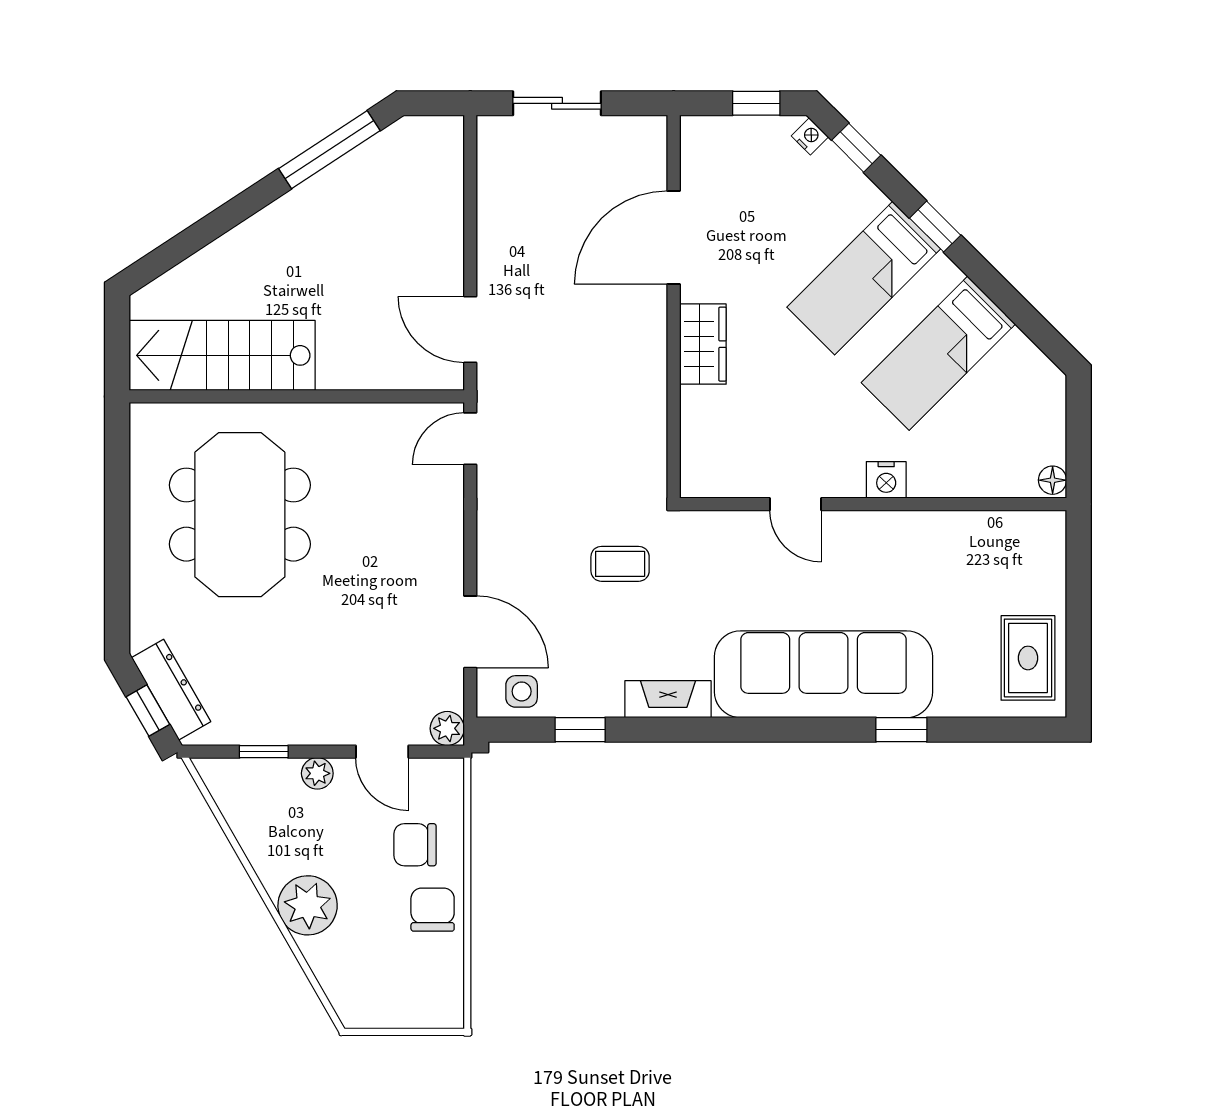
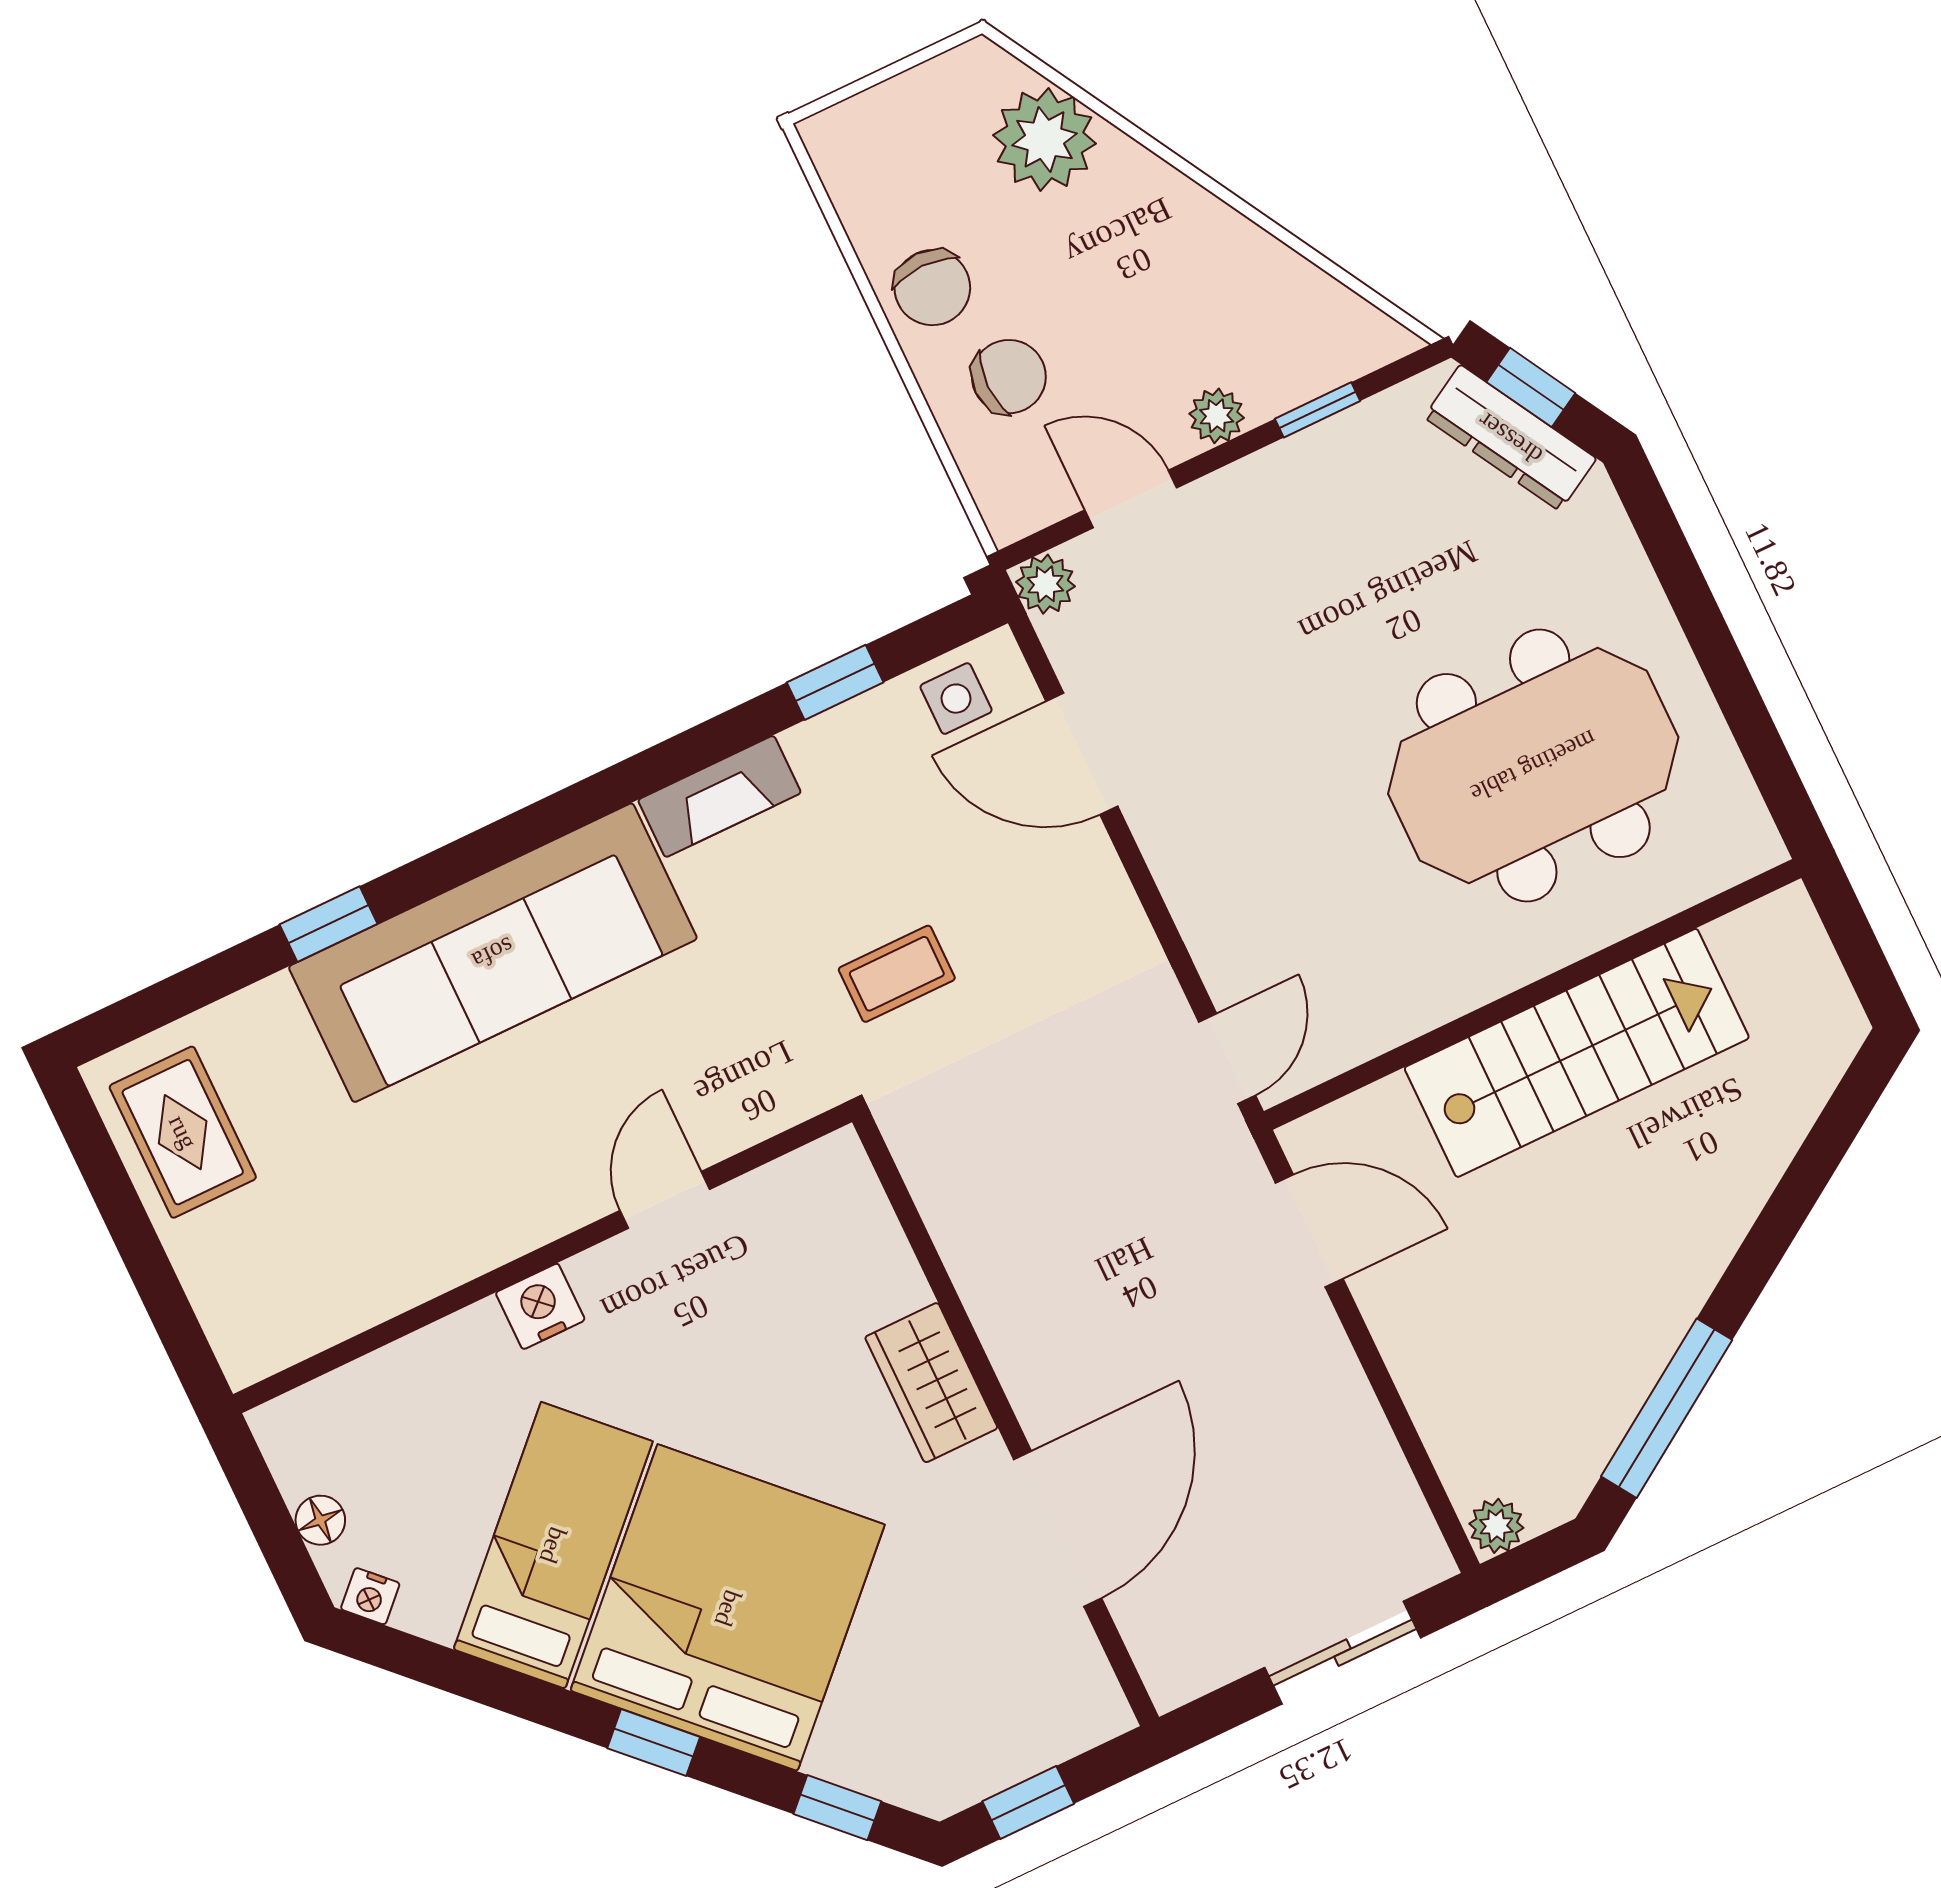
plant: (446, 131) -> (1496, 1526), added
nightstand: (810, 136) -> (370, 1596), moved
bed: (864, 278) -> (728, 1608), width x2.04
stairs: (222, 355) -> (1577, 1053), moved
floor lamp: (1053, 480) -> (320, 1520), moved
door: (796, 504) -> (665, 1200), hinge flipped
meeting table: (240, 515) -> (1533, 766), turned 90
plant: (308, 905) -> (1045, 139), moved

